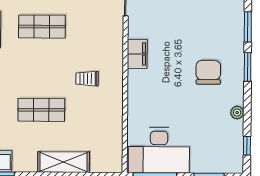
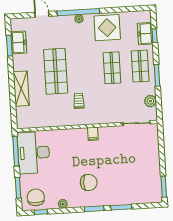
filing cabinet: (137, 54) -> (93, 134), width x0.50
shop shelf: (41, 110) -> (56, 71), width x1.43, depth x1.36
chair: (225, 152) -> (36, 197), added

